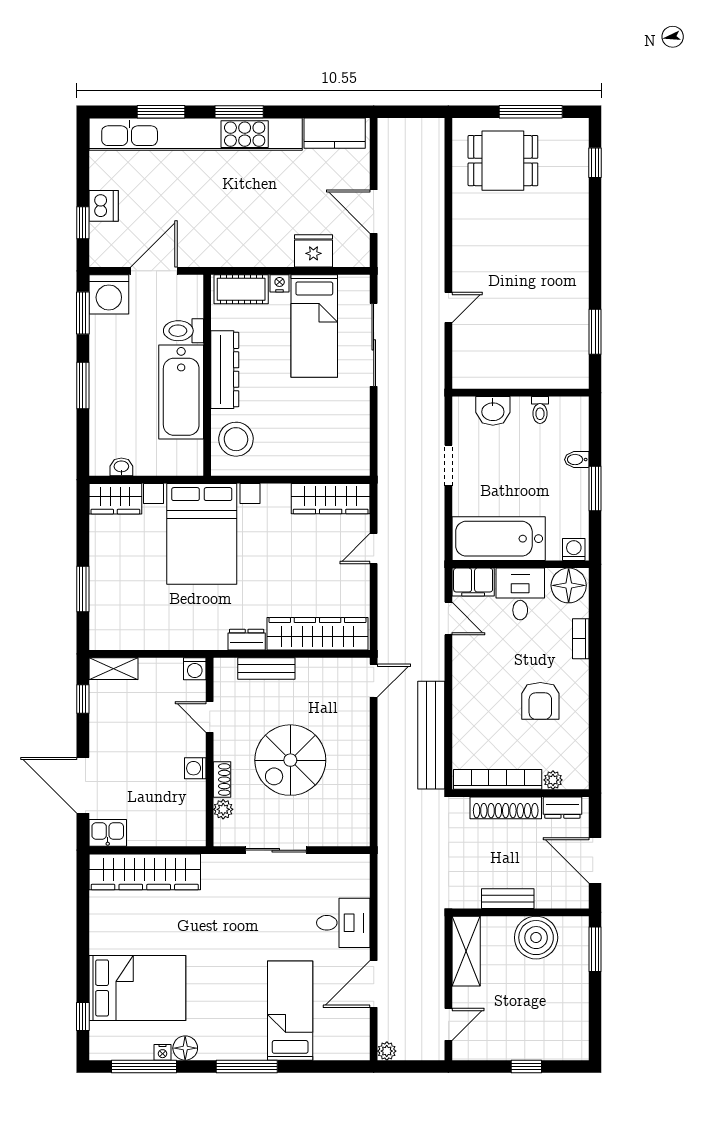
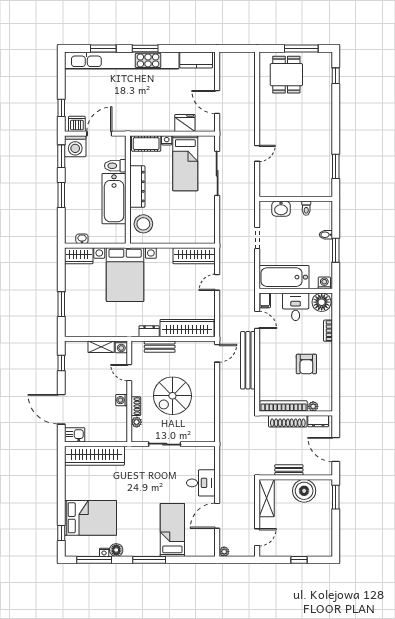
dining table: (503, 161) -> (286, 75), turned 90
dishwasher: (104, 206) -> (77, 124), moved, turned -90
filing cabinet: (473, 582) -> (265, 300), width x0.50
shelving: (114, 669) -> (101, 347), moved
bench: (431, 735) -> (248, 360), moved

